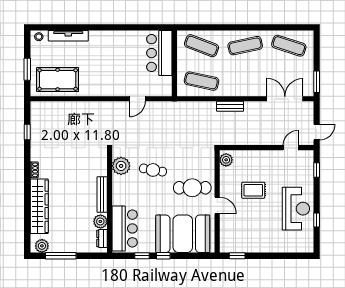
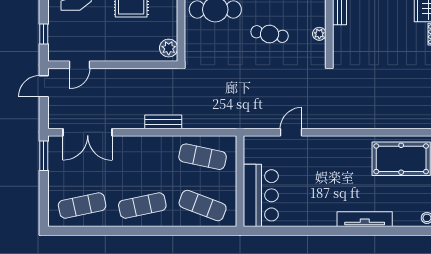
tv unit: (68, 36) -> (365, 219), moved
exercise mat: (289, 46) -> (82, 205), turned -30
plant: (121, 166) -> (319, 34), width x0.53, depth x0.53

